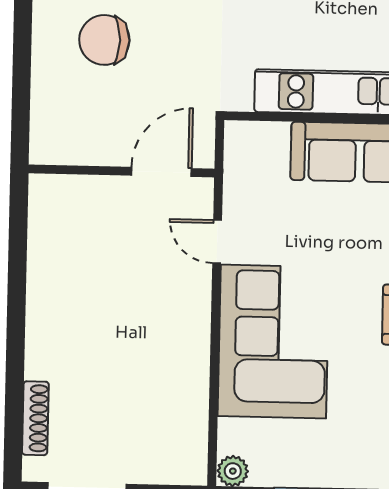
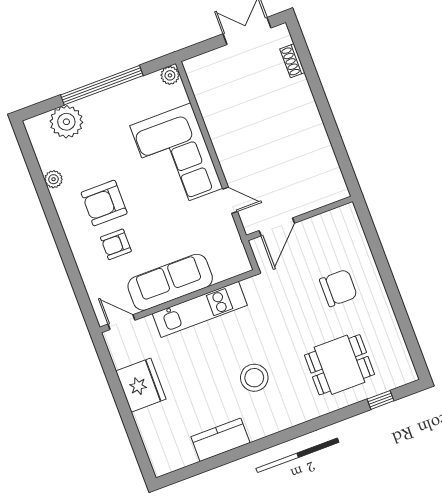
shoe rack: (35, 418) -> (292, 61), width x0.70

